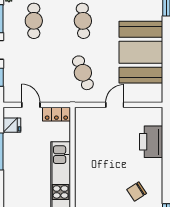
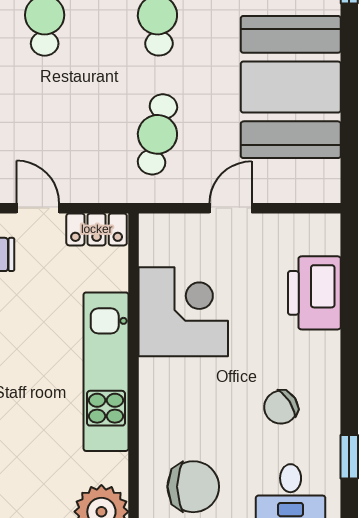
cafe table: (83, 73) -> (157, 134), turned 33
corner desk: (94, 150) -> (183, 312), added

